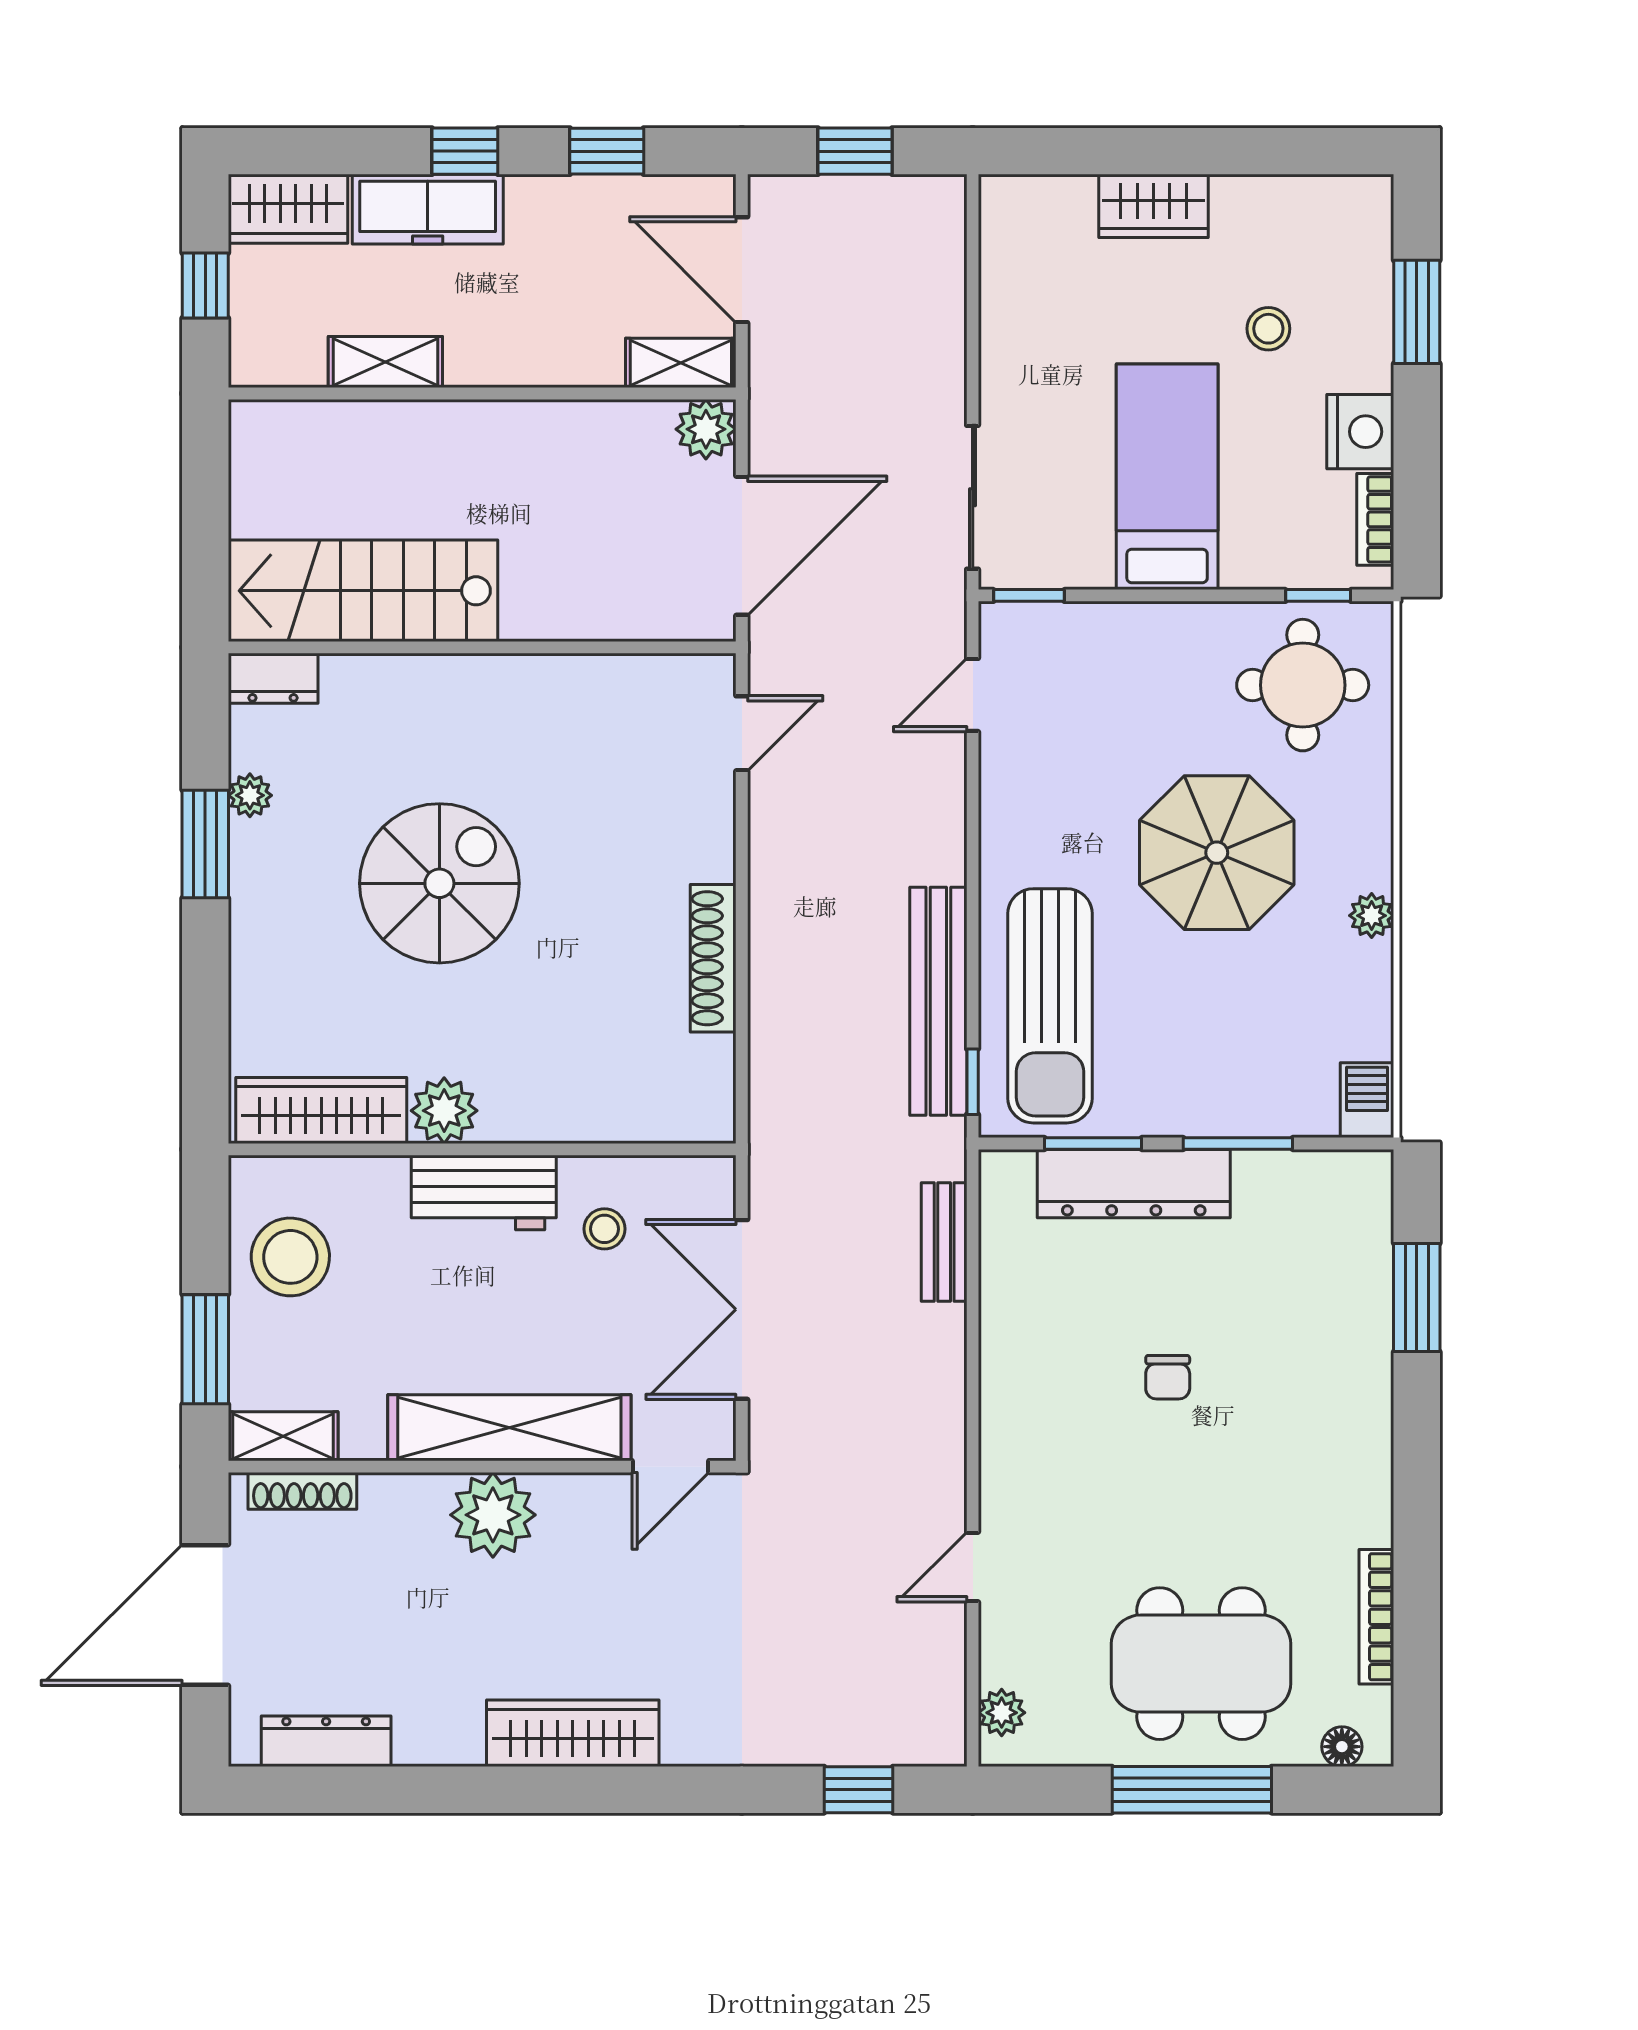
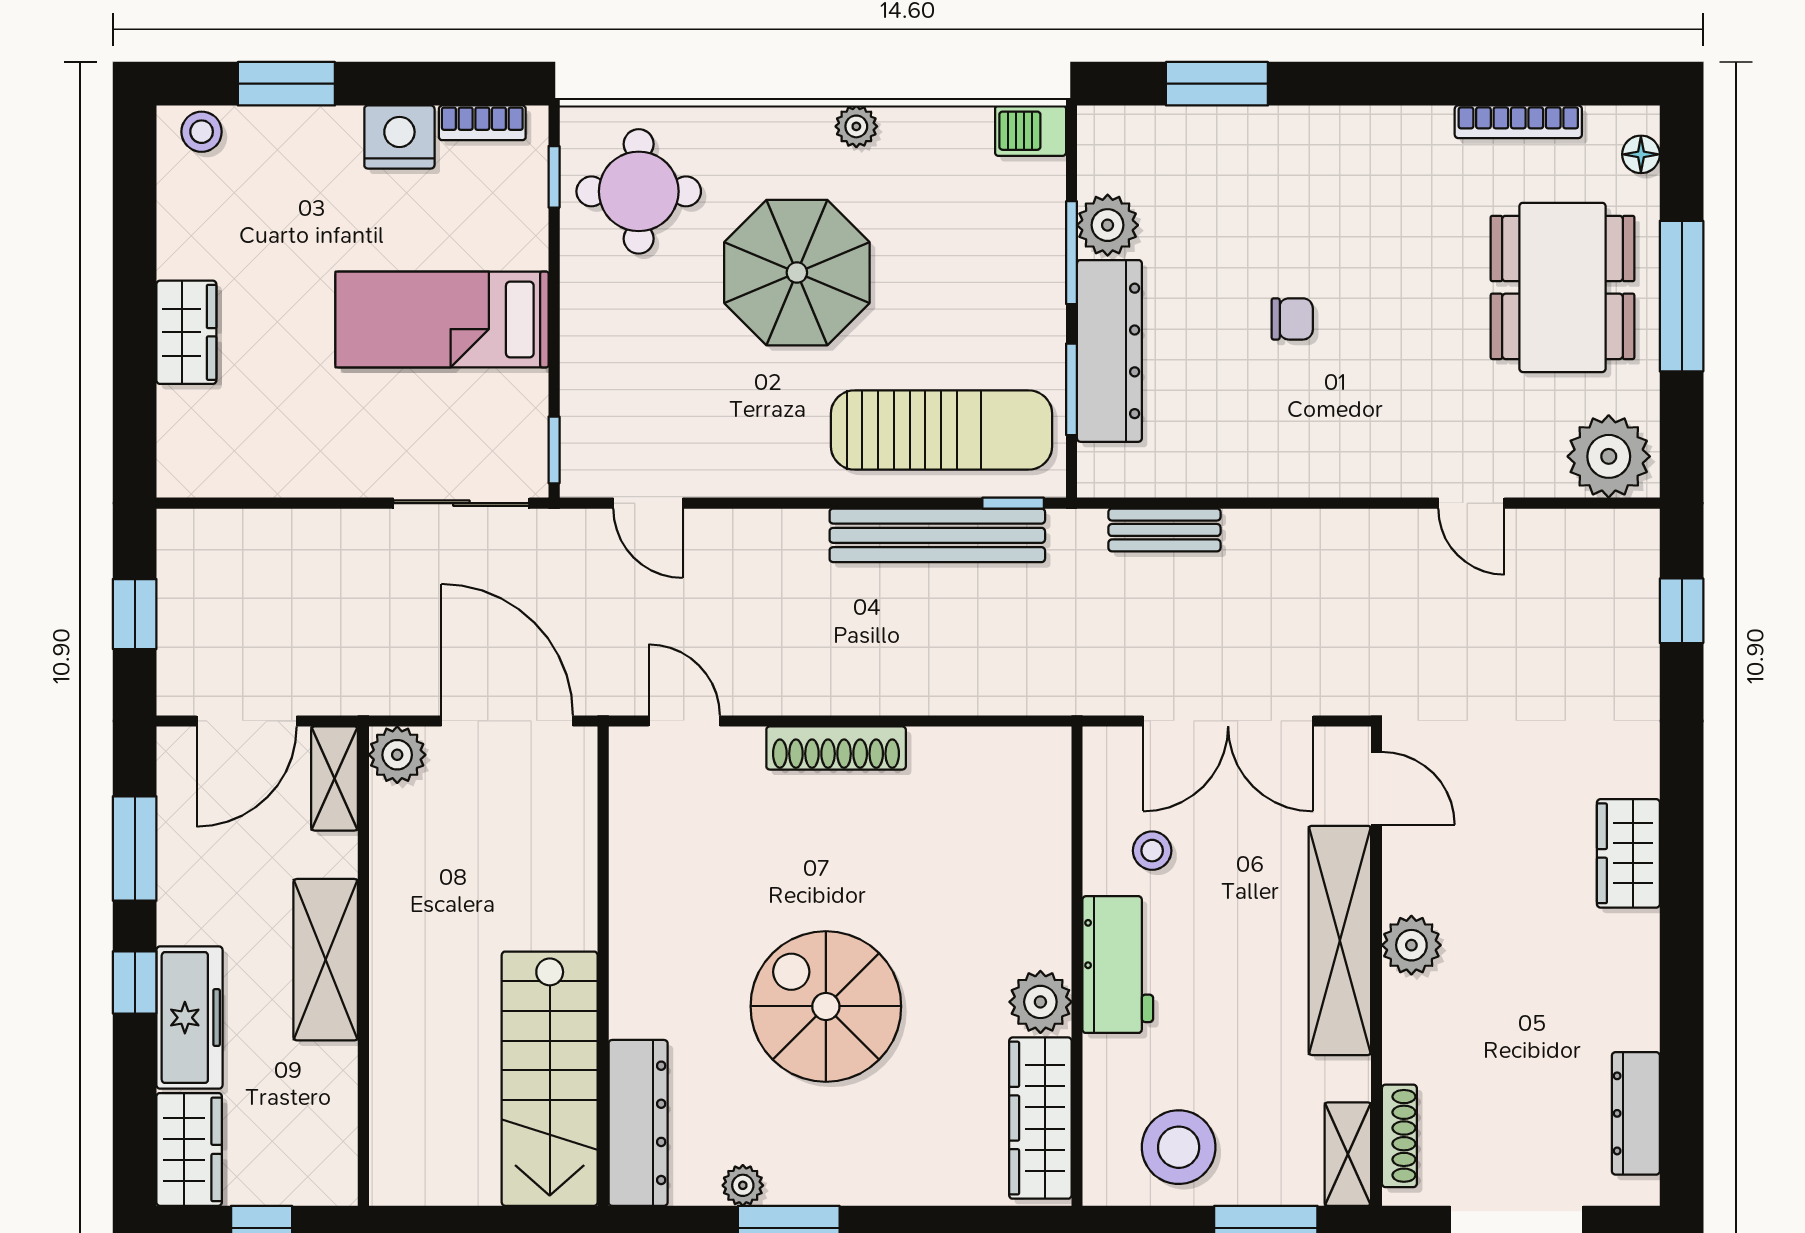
window: (607, 151) -> (135, 848), width x1.50
stool: (1268, 329) -> (202, 132), moved
shelving: (385, 362) -> (326, 960), moved, width x1.50, depth x1.33
dresser: (273, 678) -> (638, 1123), width x1.96, depth x1.24
shoe rack: (713, 958) -> (836, 748), moved
plant: (1267, 1182) -> (1108, 225), added
plant: (493, 1515) -> (1411, 945), width x0.73, depth x0.73
plant: (1002, 1713) -> (1609, 456), width x1.88, depth x1.88
wardrobe: (573, 1733) -> (1628, 853), width x0.67

